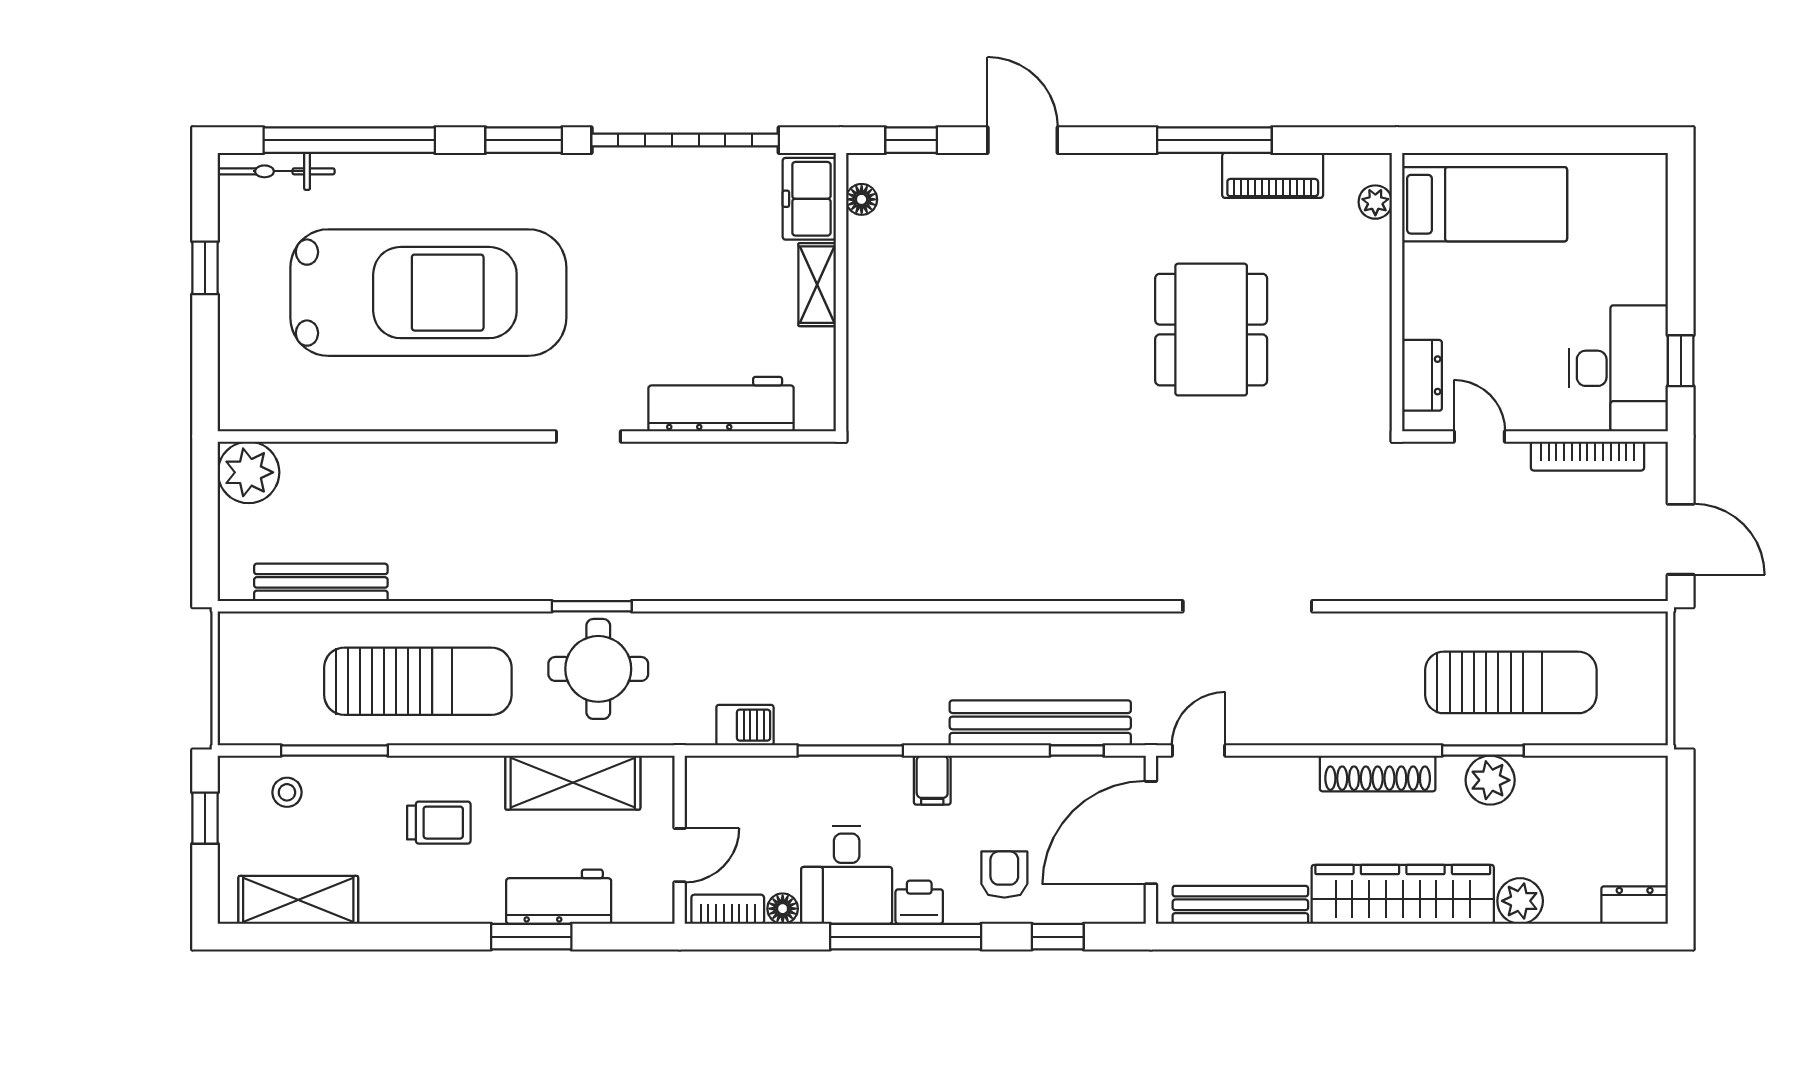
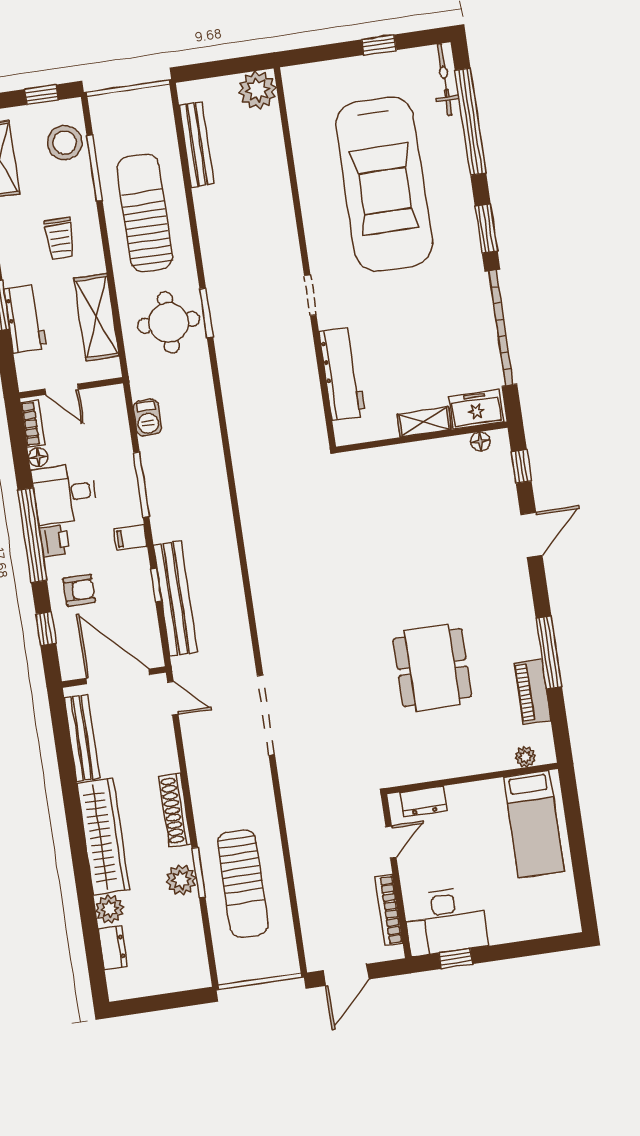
dining table: (1211, 330) -> (432, 668), turned 90
sun lounger: (418, 681) -> (145, 213), turned 180
window: (1077, 751) -> (156, 585), moved
stool: (287, 792) -> (65, 143), width x1.89, depth x1.89
dresser: (1635, 905) -> (113, 948), moved

